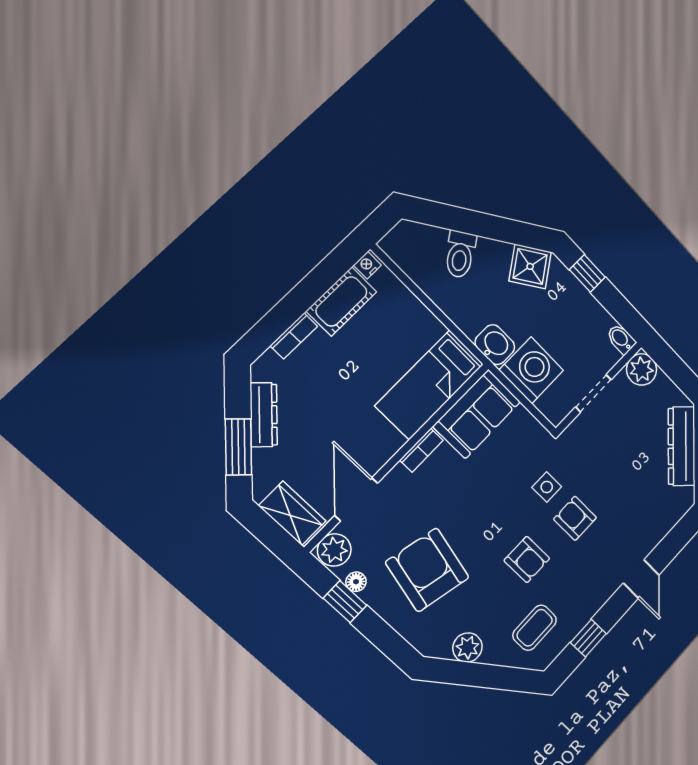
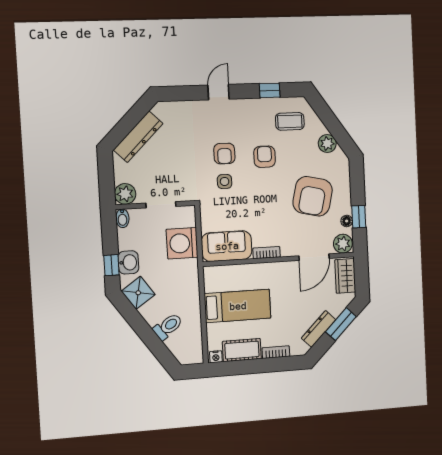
washbasin: (495, 345) -> (128, 262), moved, turned 180
bed: (430, 385) -> (238, 306), moved

